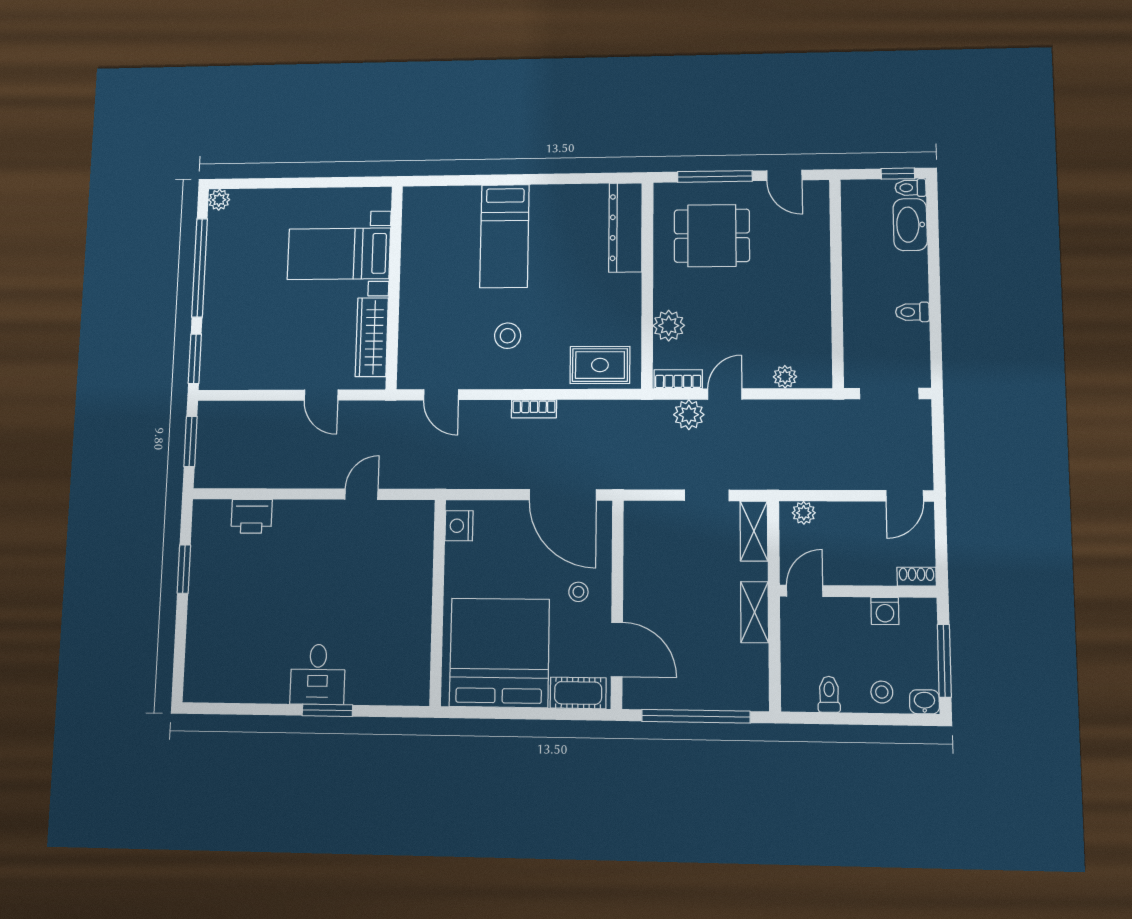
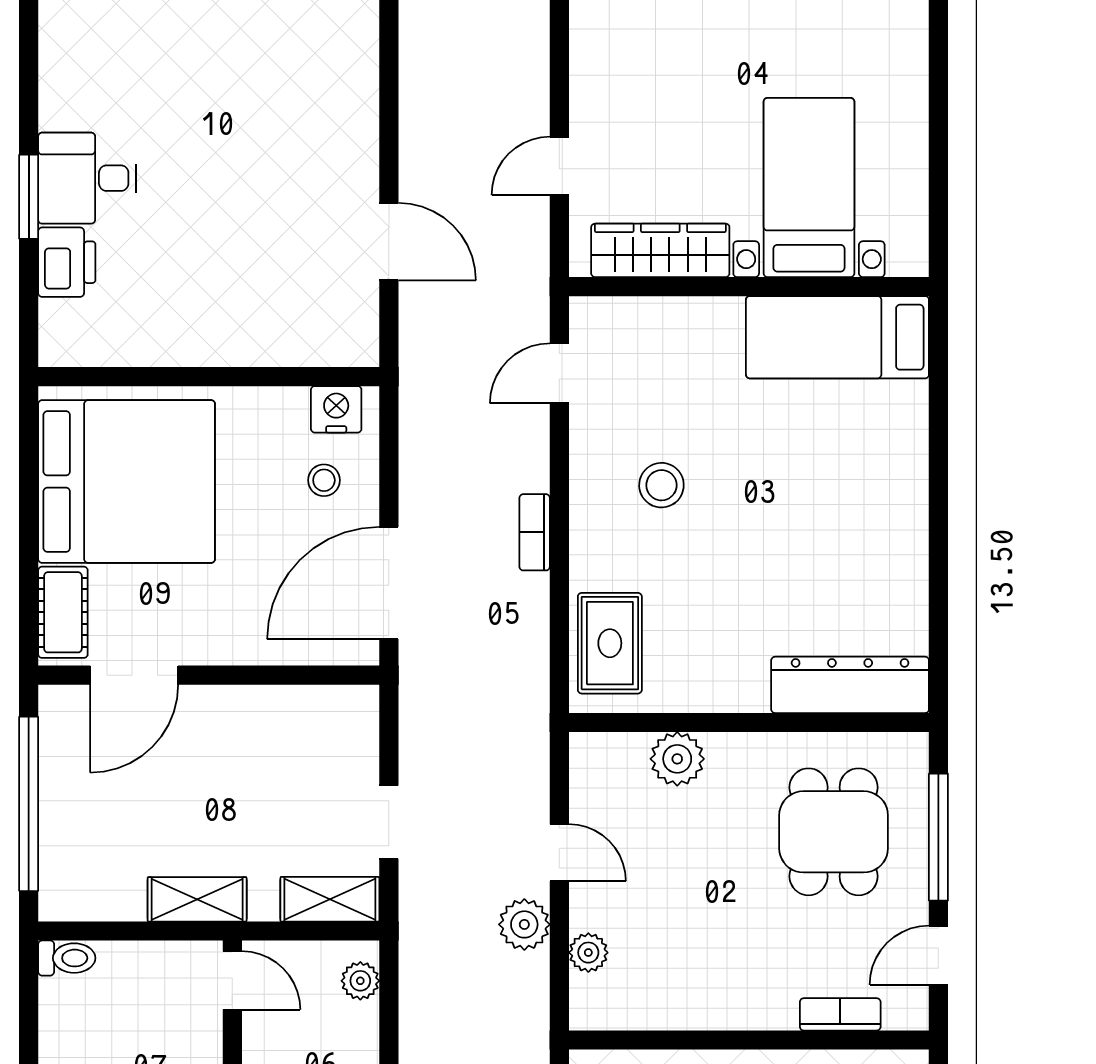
bed: (505, 236) -> (837, 337), moved
bookcase: (678, 379) -> (840, 1014), moved, turned -90
plant: (689, 415) -> (524, 924), moved
door: (361, 494) -> (389, 242), width x1.38
printer: (252, 516) -> (67, 262), moved, turned 180
stool: (578, 592) -> (324, 480), moved
toilet: (829, 694) -> (67, 958), moved

